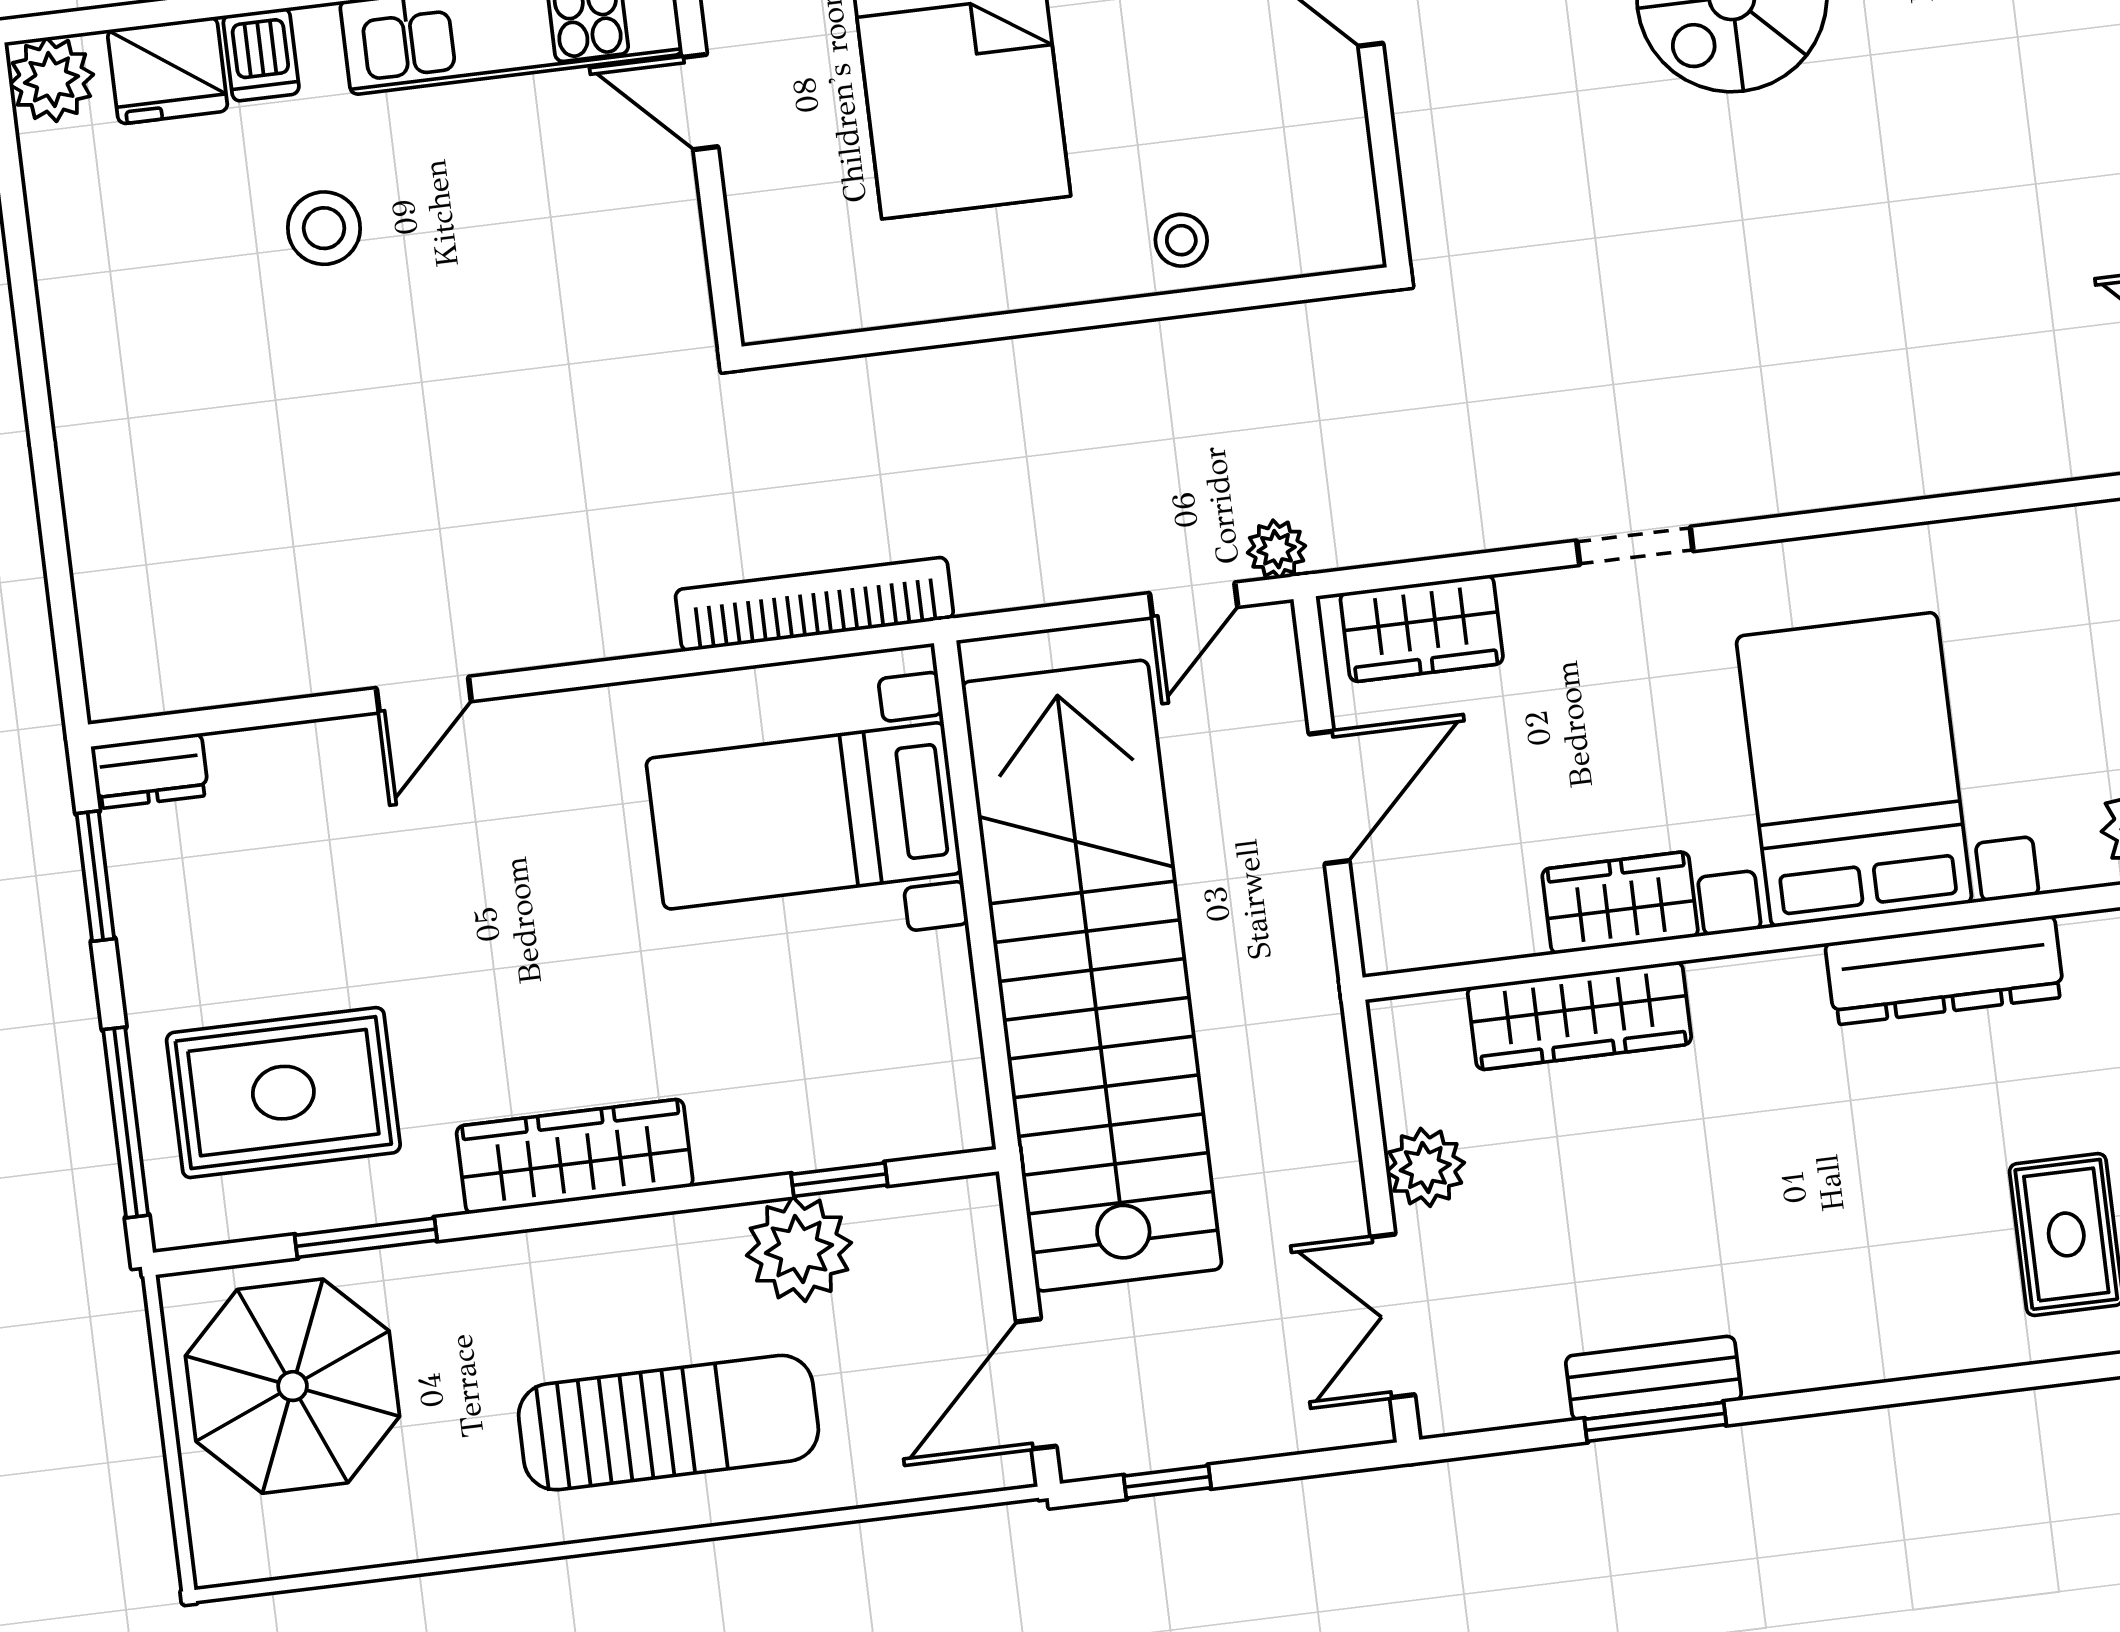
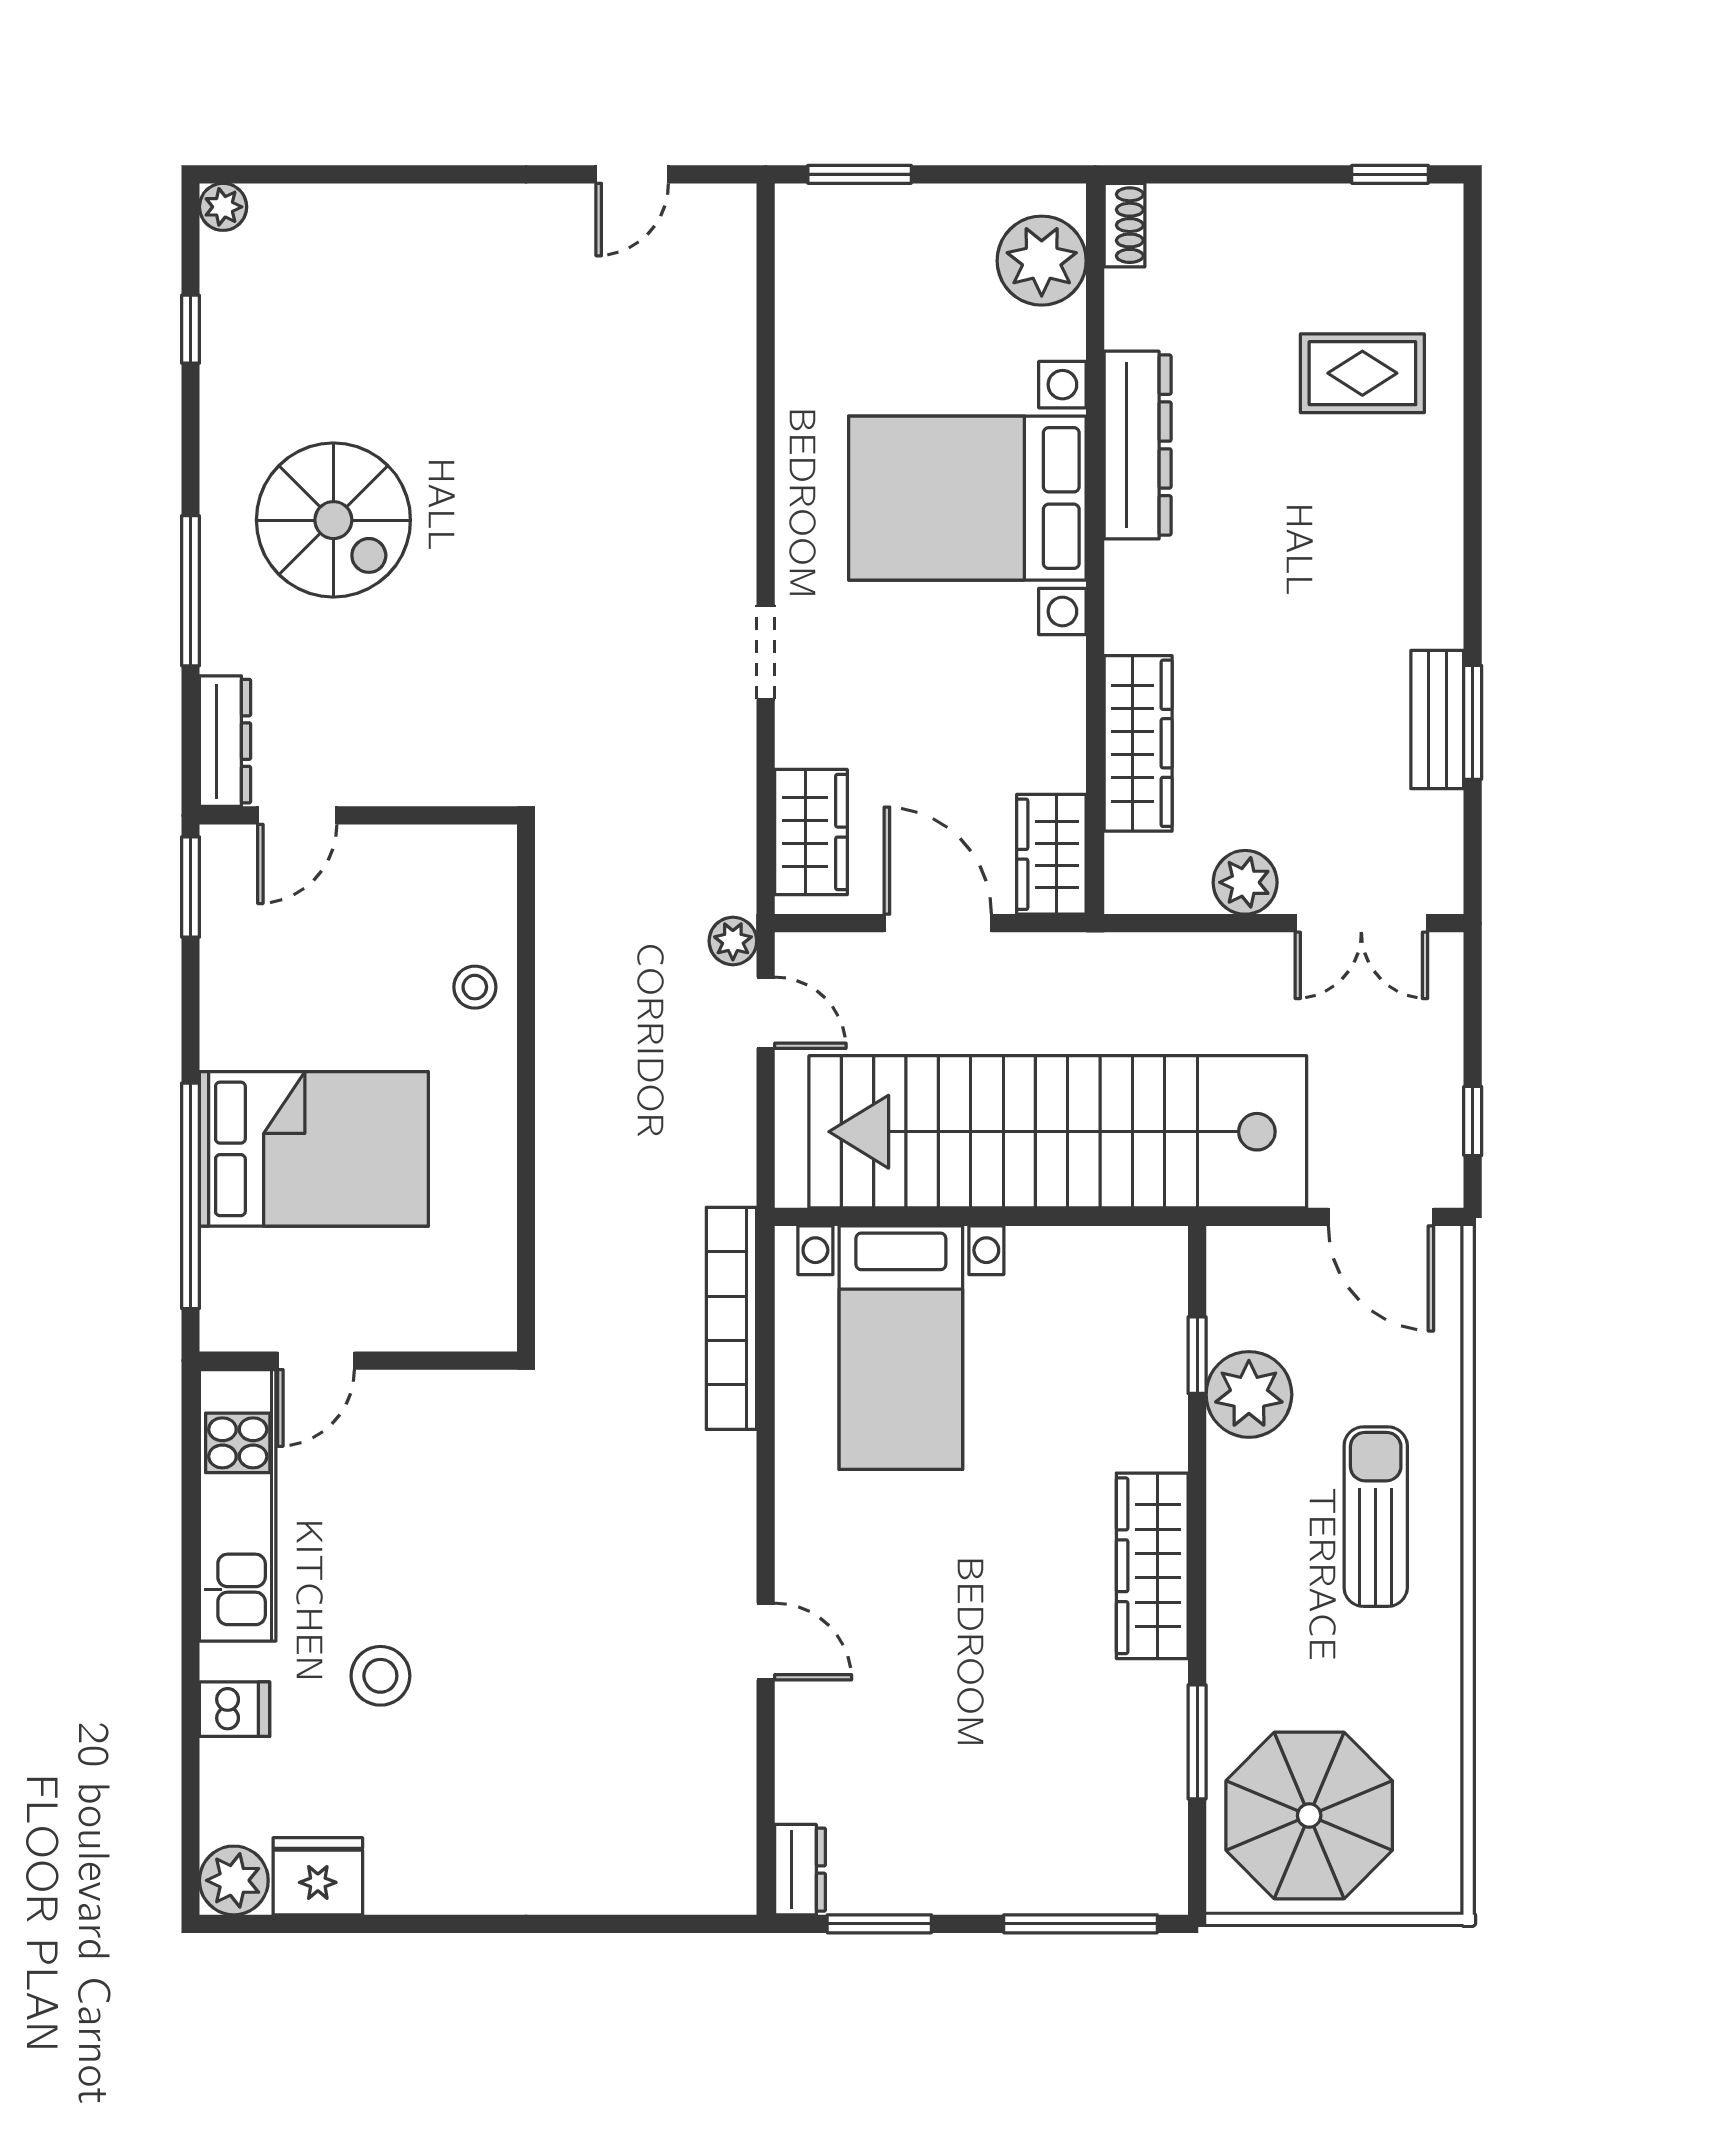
fridge: (168, 70) -> (318, 1876), moved, turned -90
wardrobe: (1620, 903) -> (1051, 854), moved
rug: (283, 1093) -> (1072, 1794), removed
sun lounger: (668, 1423) -> (1376, 1517), width x0.73, depth x0.75

